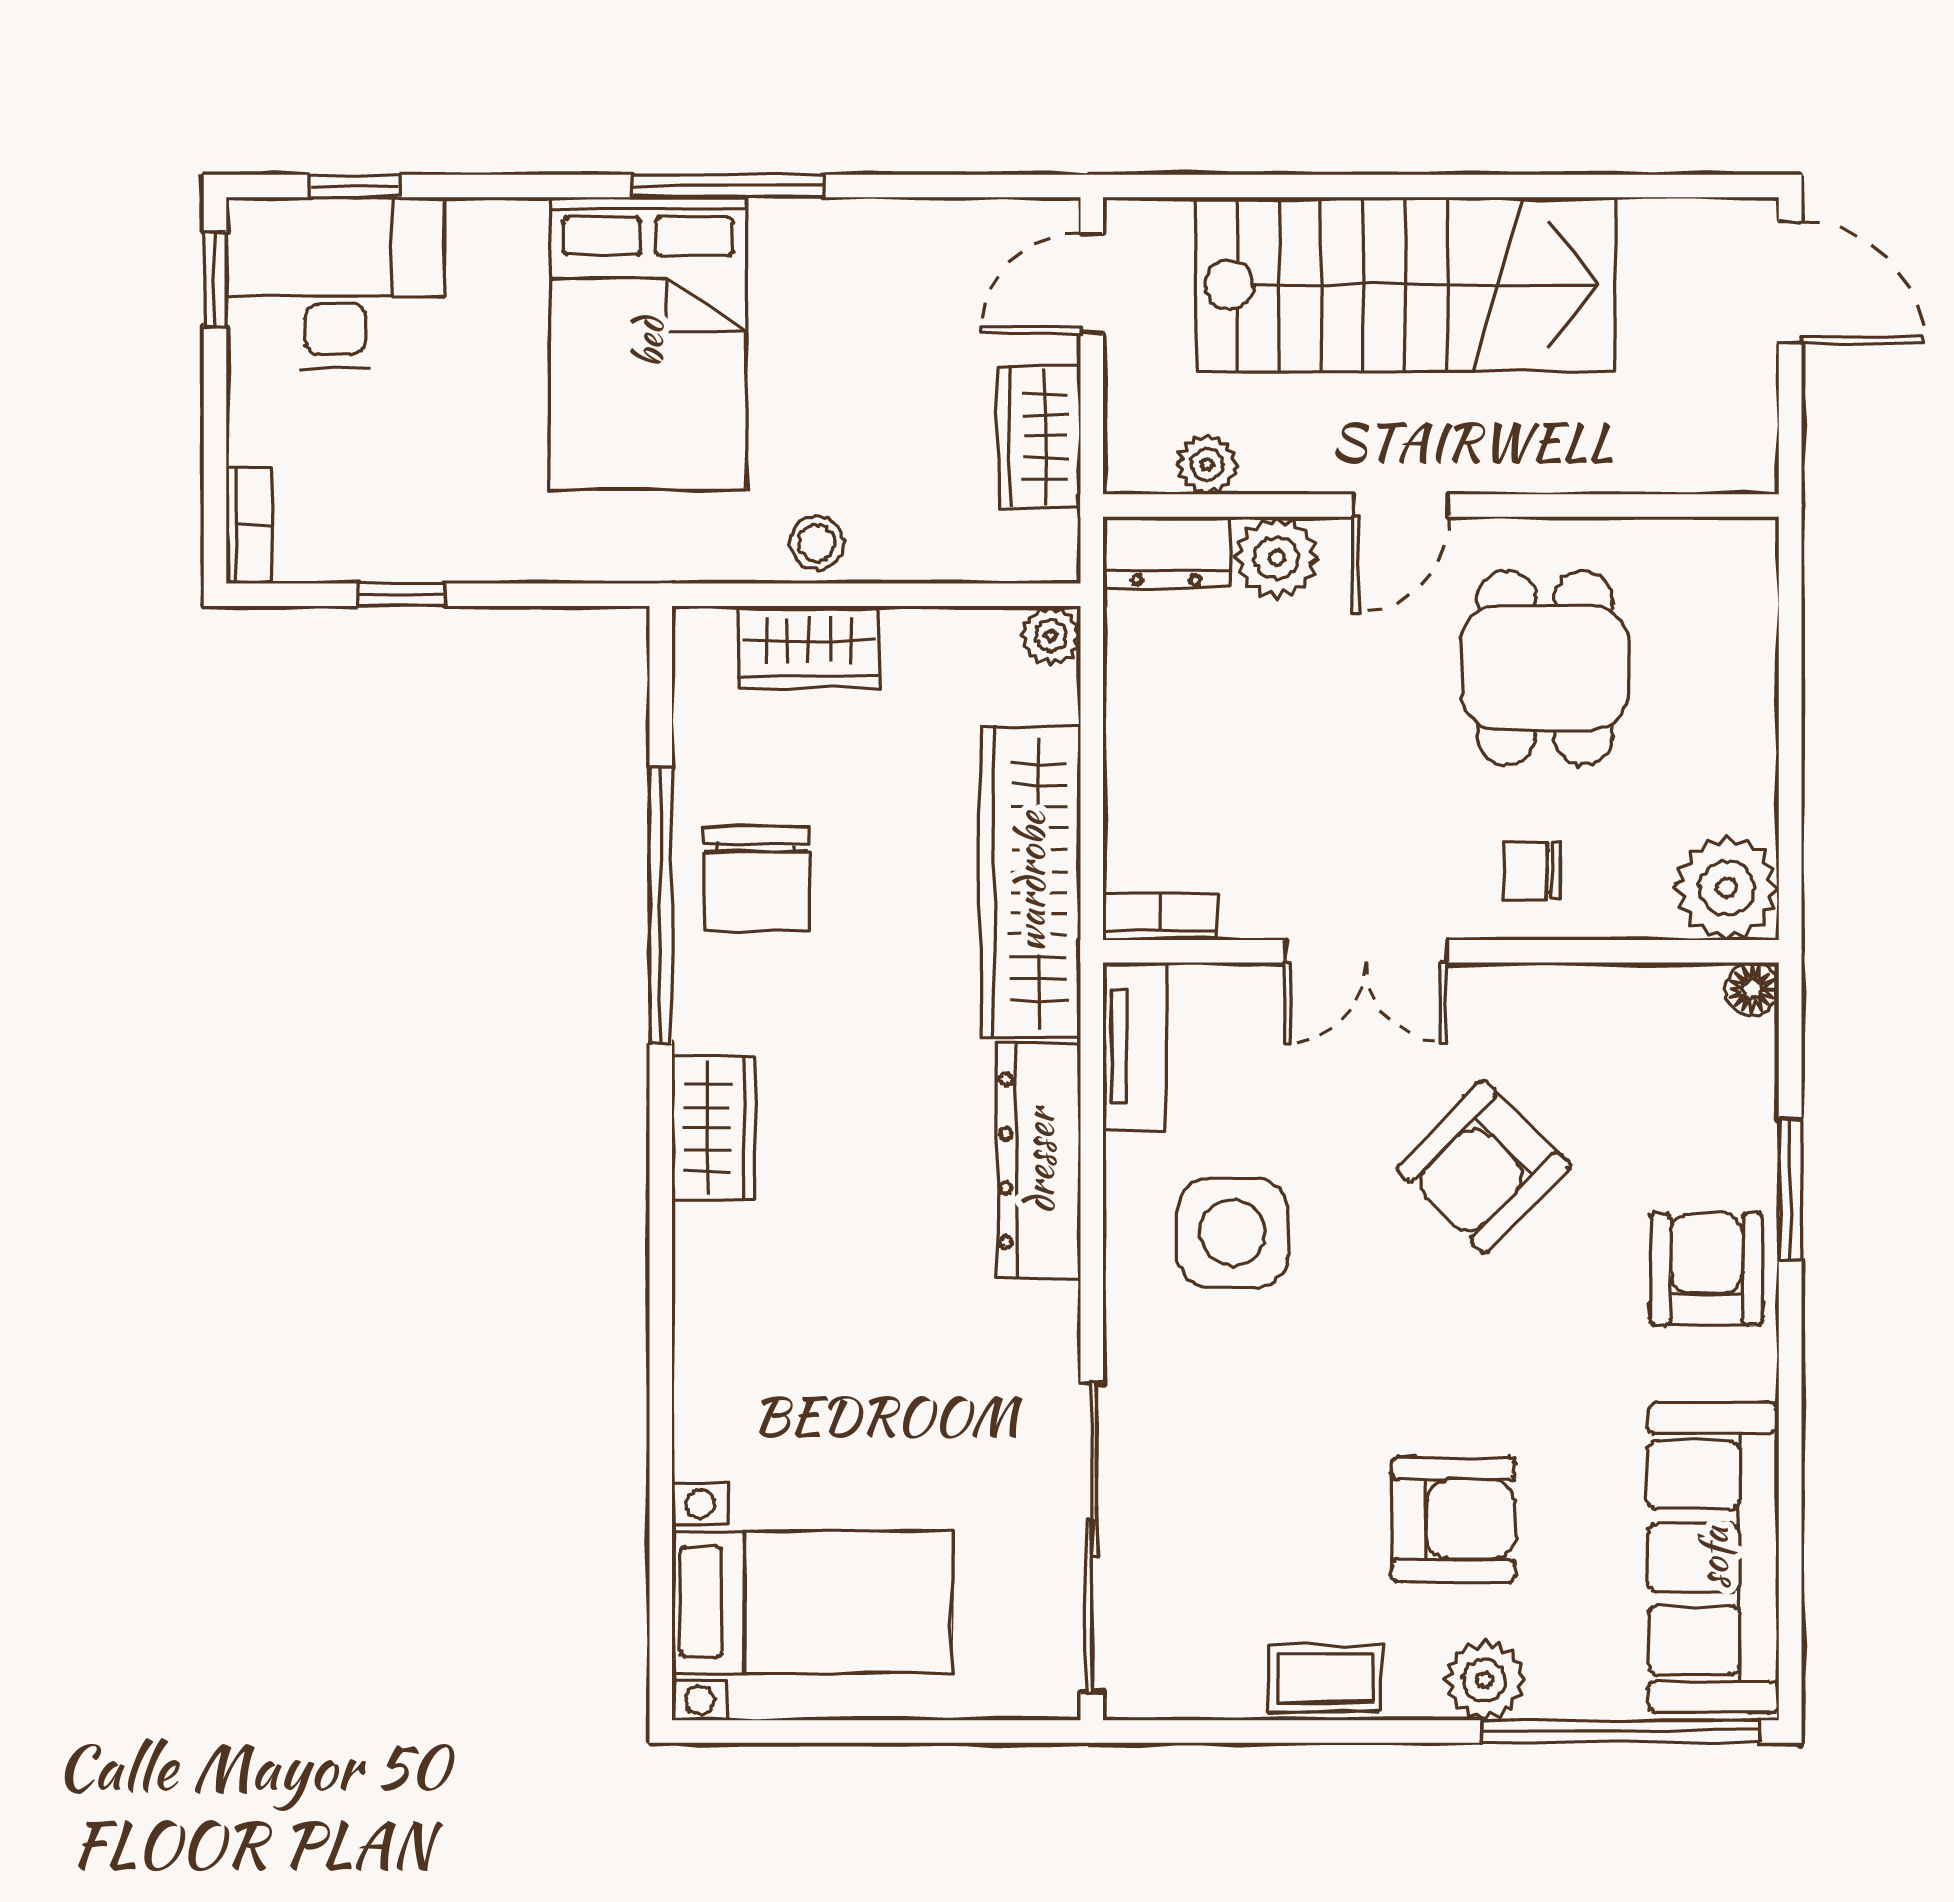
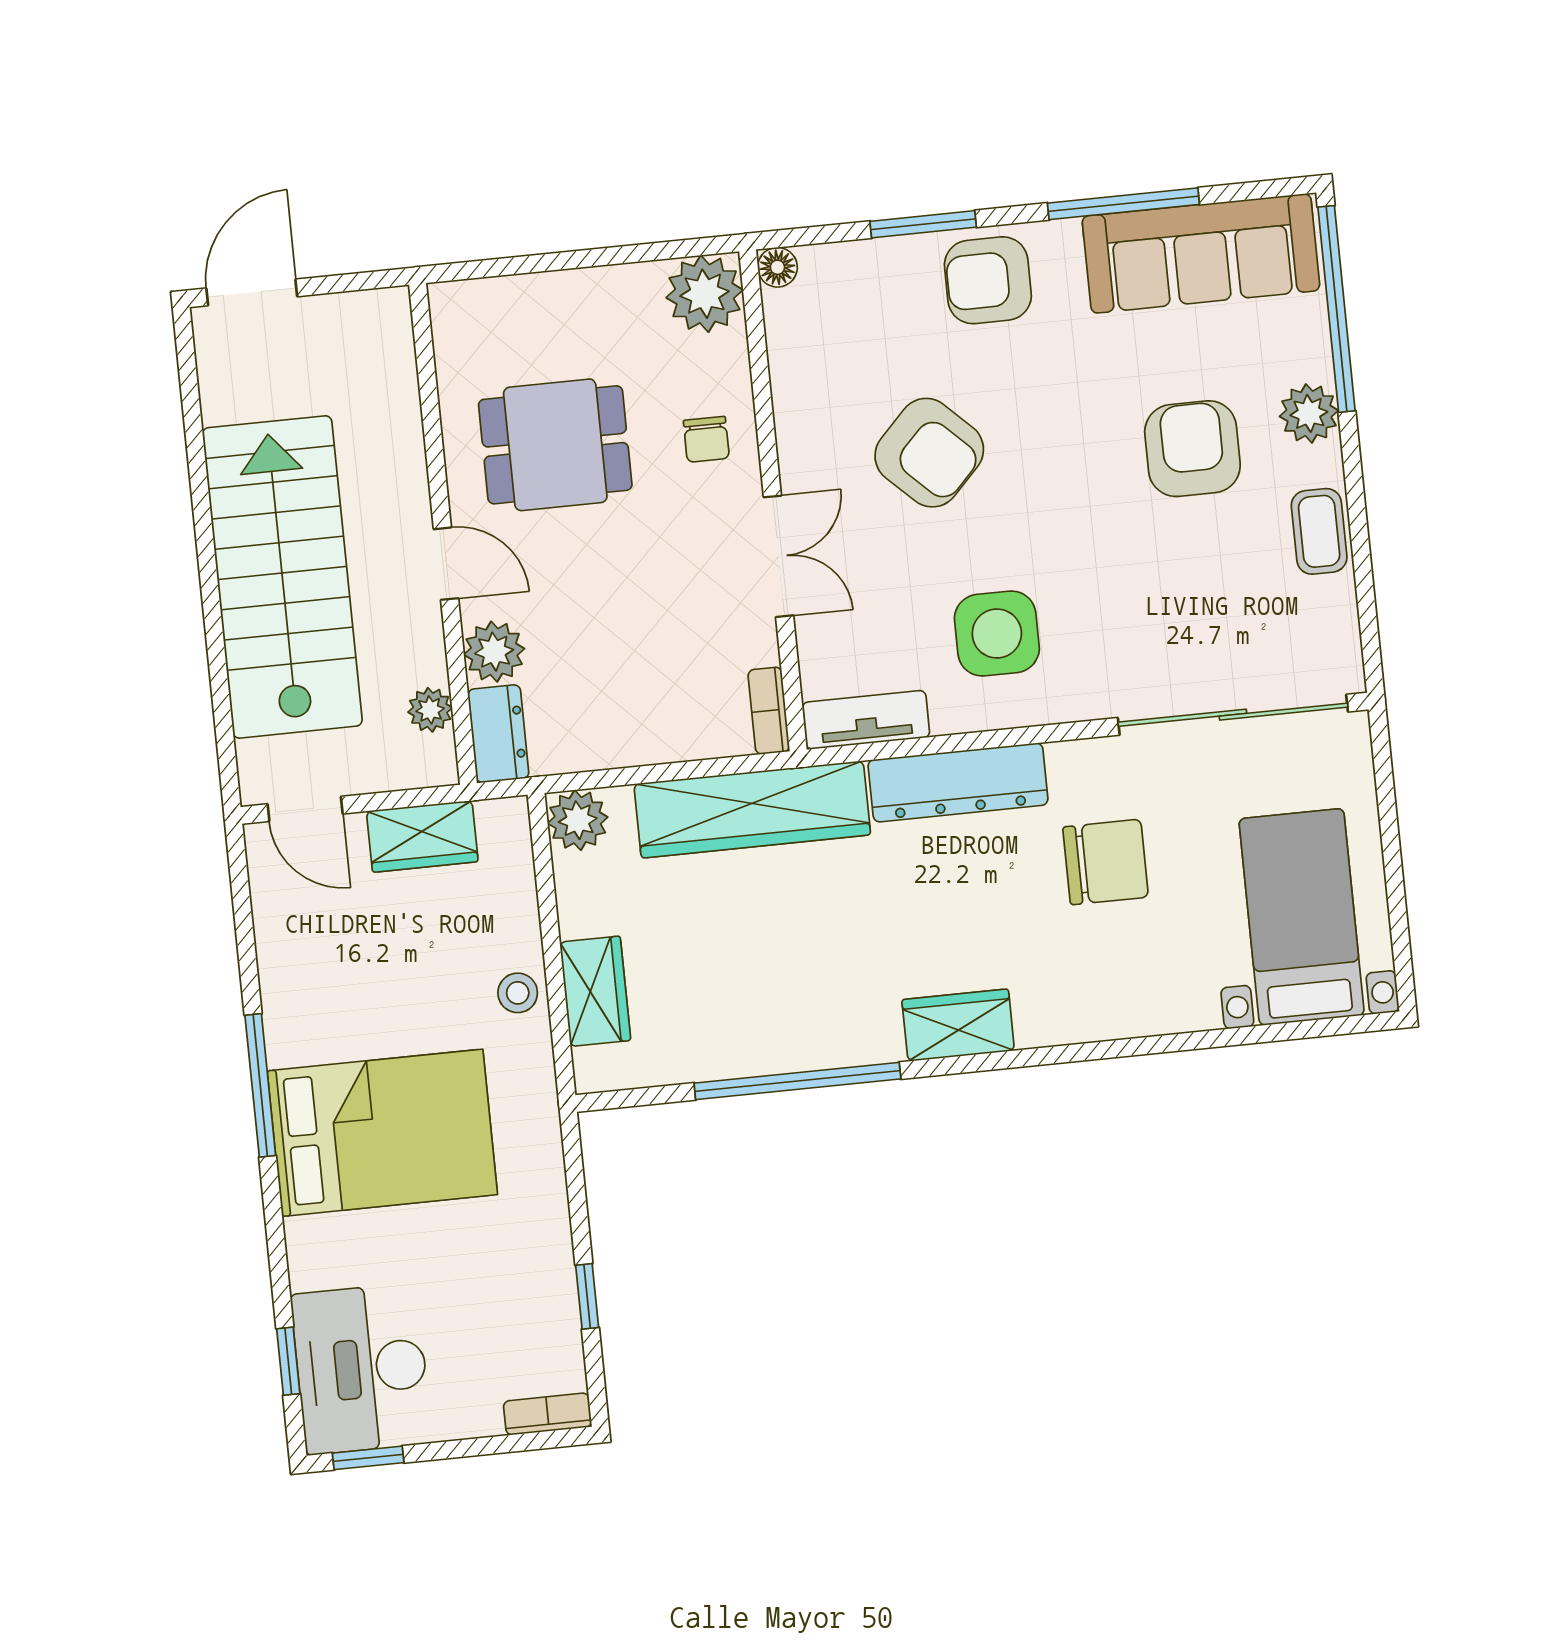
plant: (1051, 636) -> (578, 820), width x1.38, depth x1.38
chair: (756, 879) -> (1106, 862), moved
window: (1790, 1461) -> (1123, 204), added

